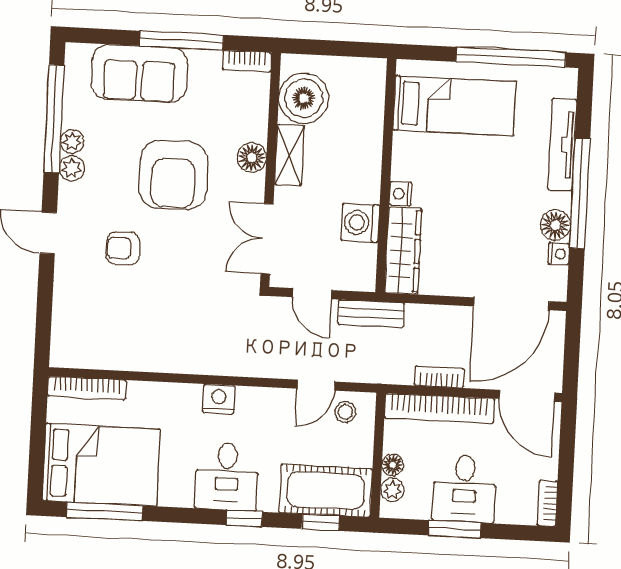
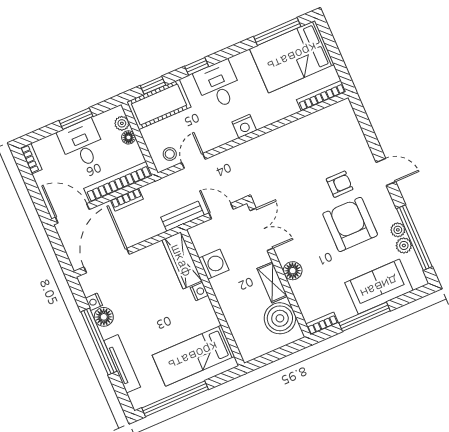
plant: (72, 168) -> (404, 245), moved
armchair: (173, 175) -> (350, 224), moved

